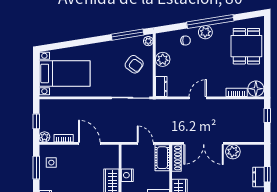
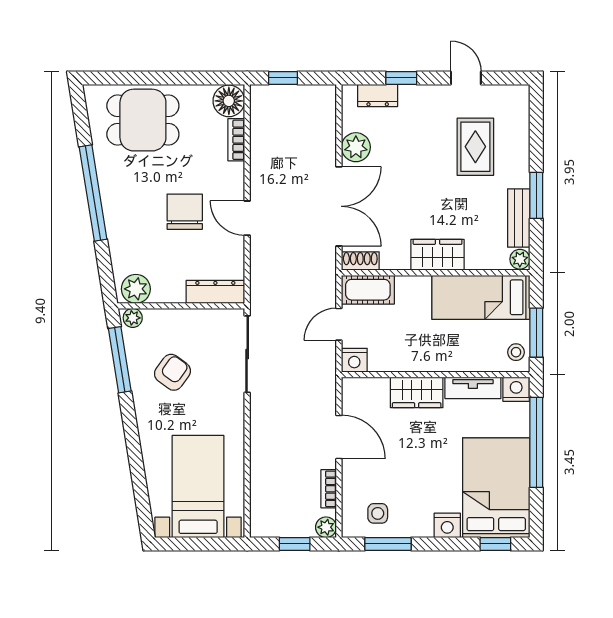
plant: (205, 32) -> (115, 203), removed
chair: (186, 40) -> (185, 212), moved, width x1.87, depth x1.87
plant: (163, 59) -> (136, 289), moved
armchair: (134, 64) -> (172, 372), moved
dresser: (161, 86) -> (215, 292), width x1.44
door: (89, 143) -> (339, 437), swing flipped
shoe rack: (176, 158) -> (360, 261), width x0.70
nightstand: (127, 175) -> (354, 360), moved
dresser: (259, 177) -> (378, 96), moved

